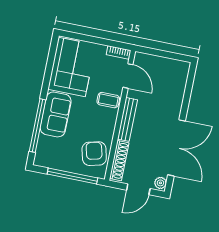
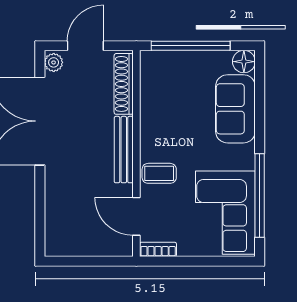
sofa: (56, 114) -> (235, 109), moved
window: (38, 126) -> (260, 195), moved
armchair: (94, 154) -> (164, 87), removed
floor lamp: (41, 159) -> (244, 62), added

